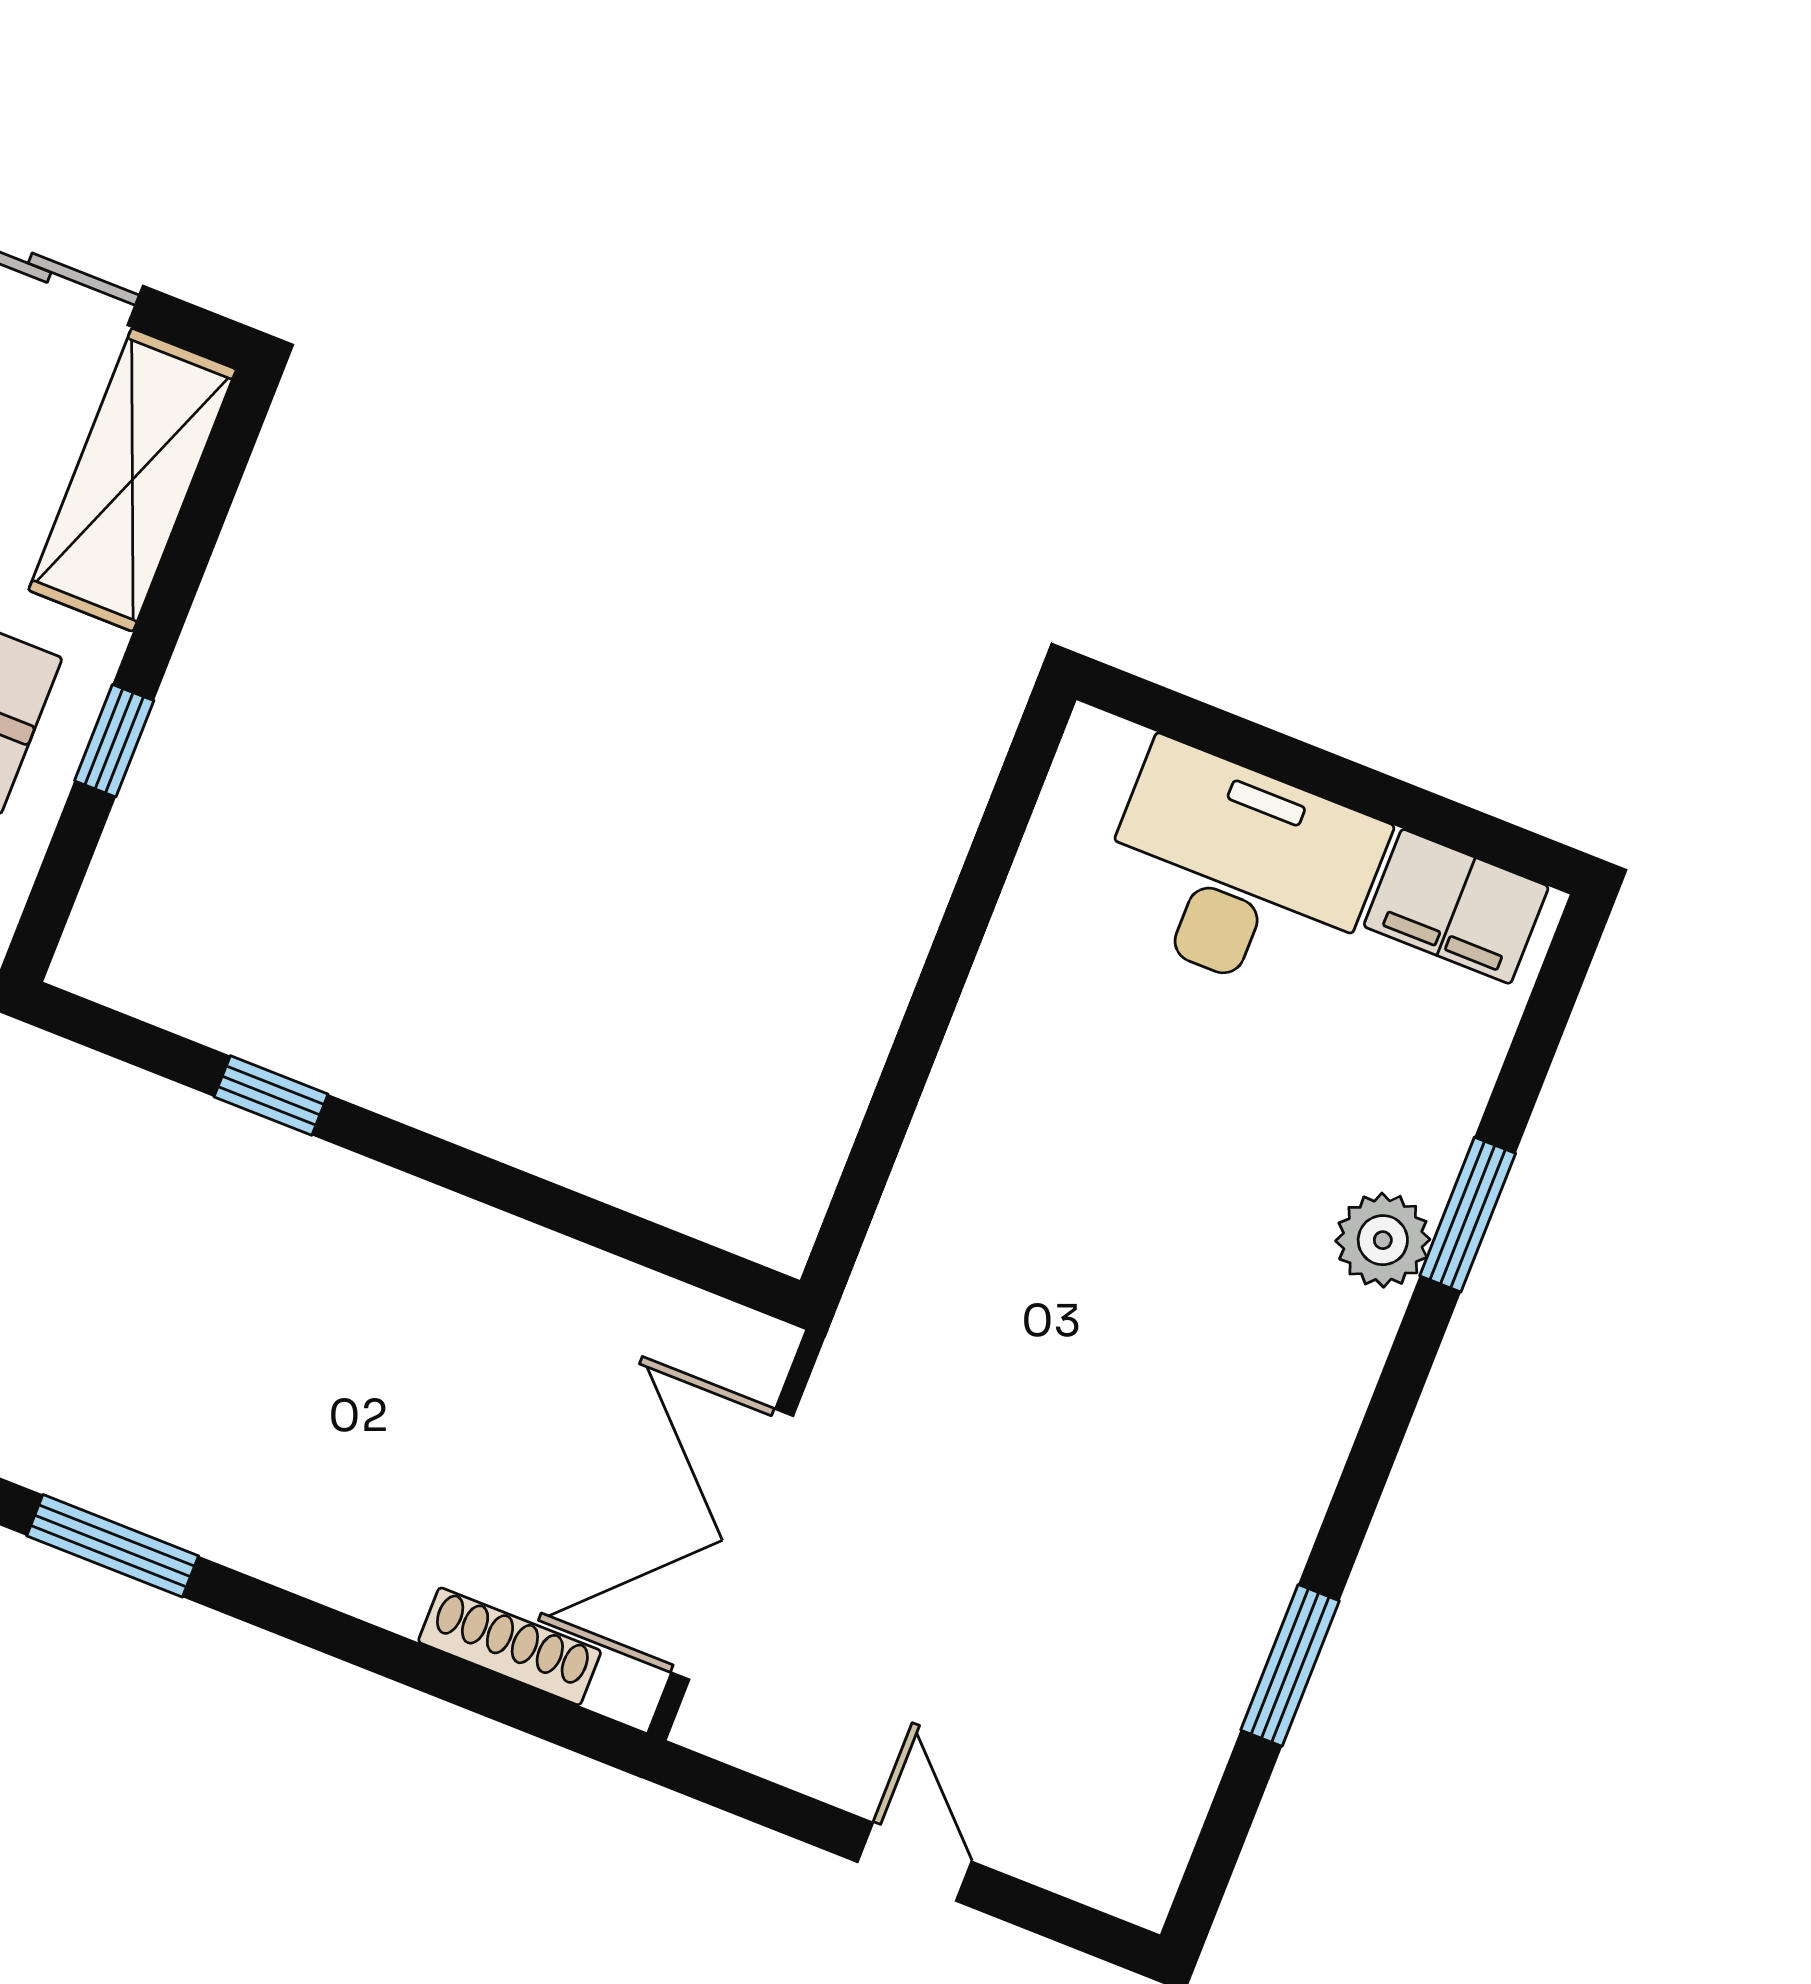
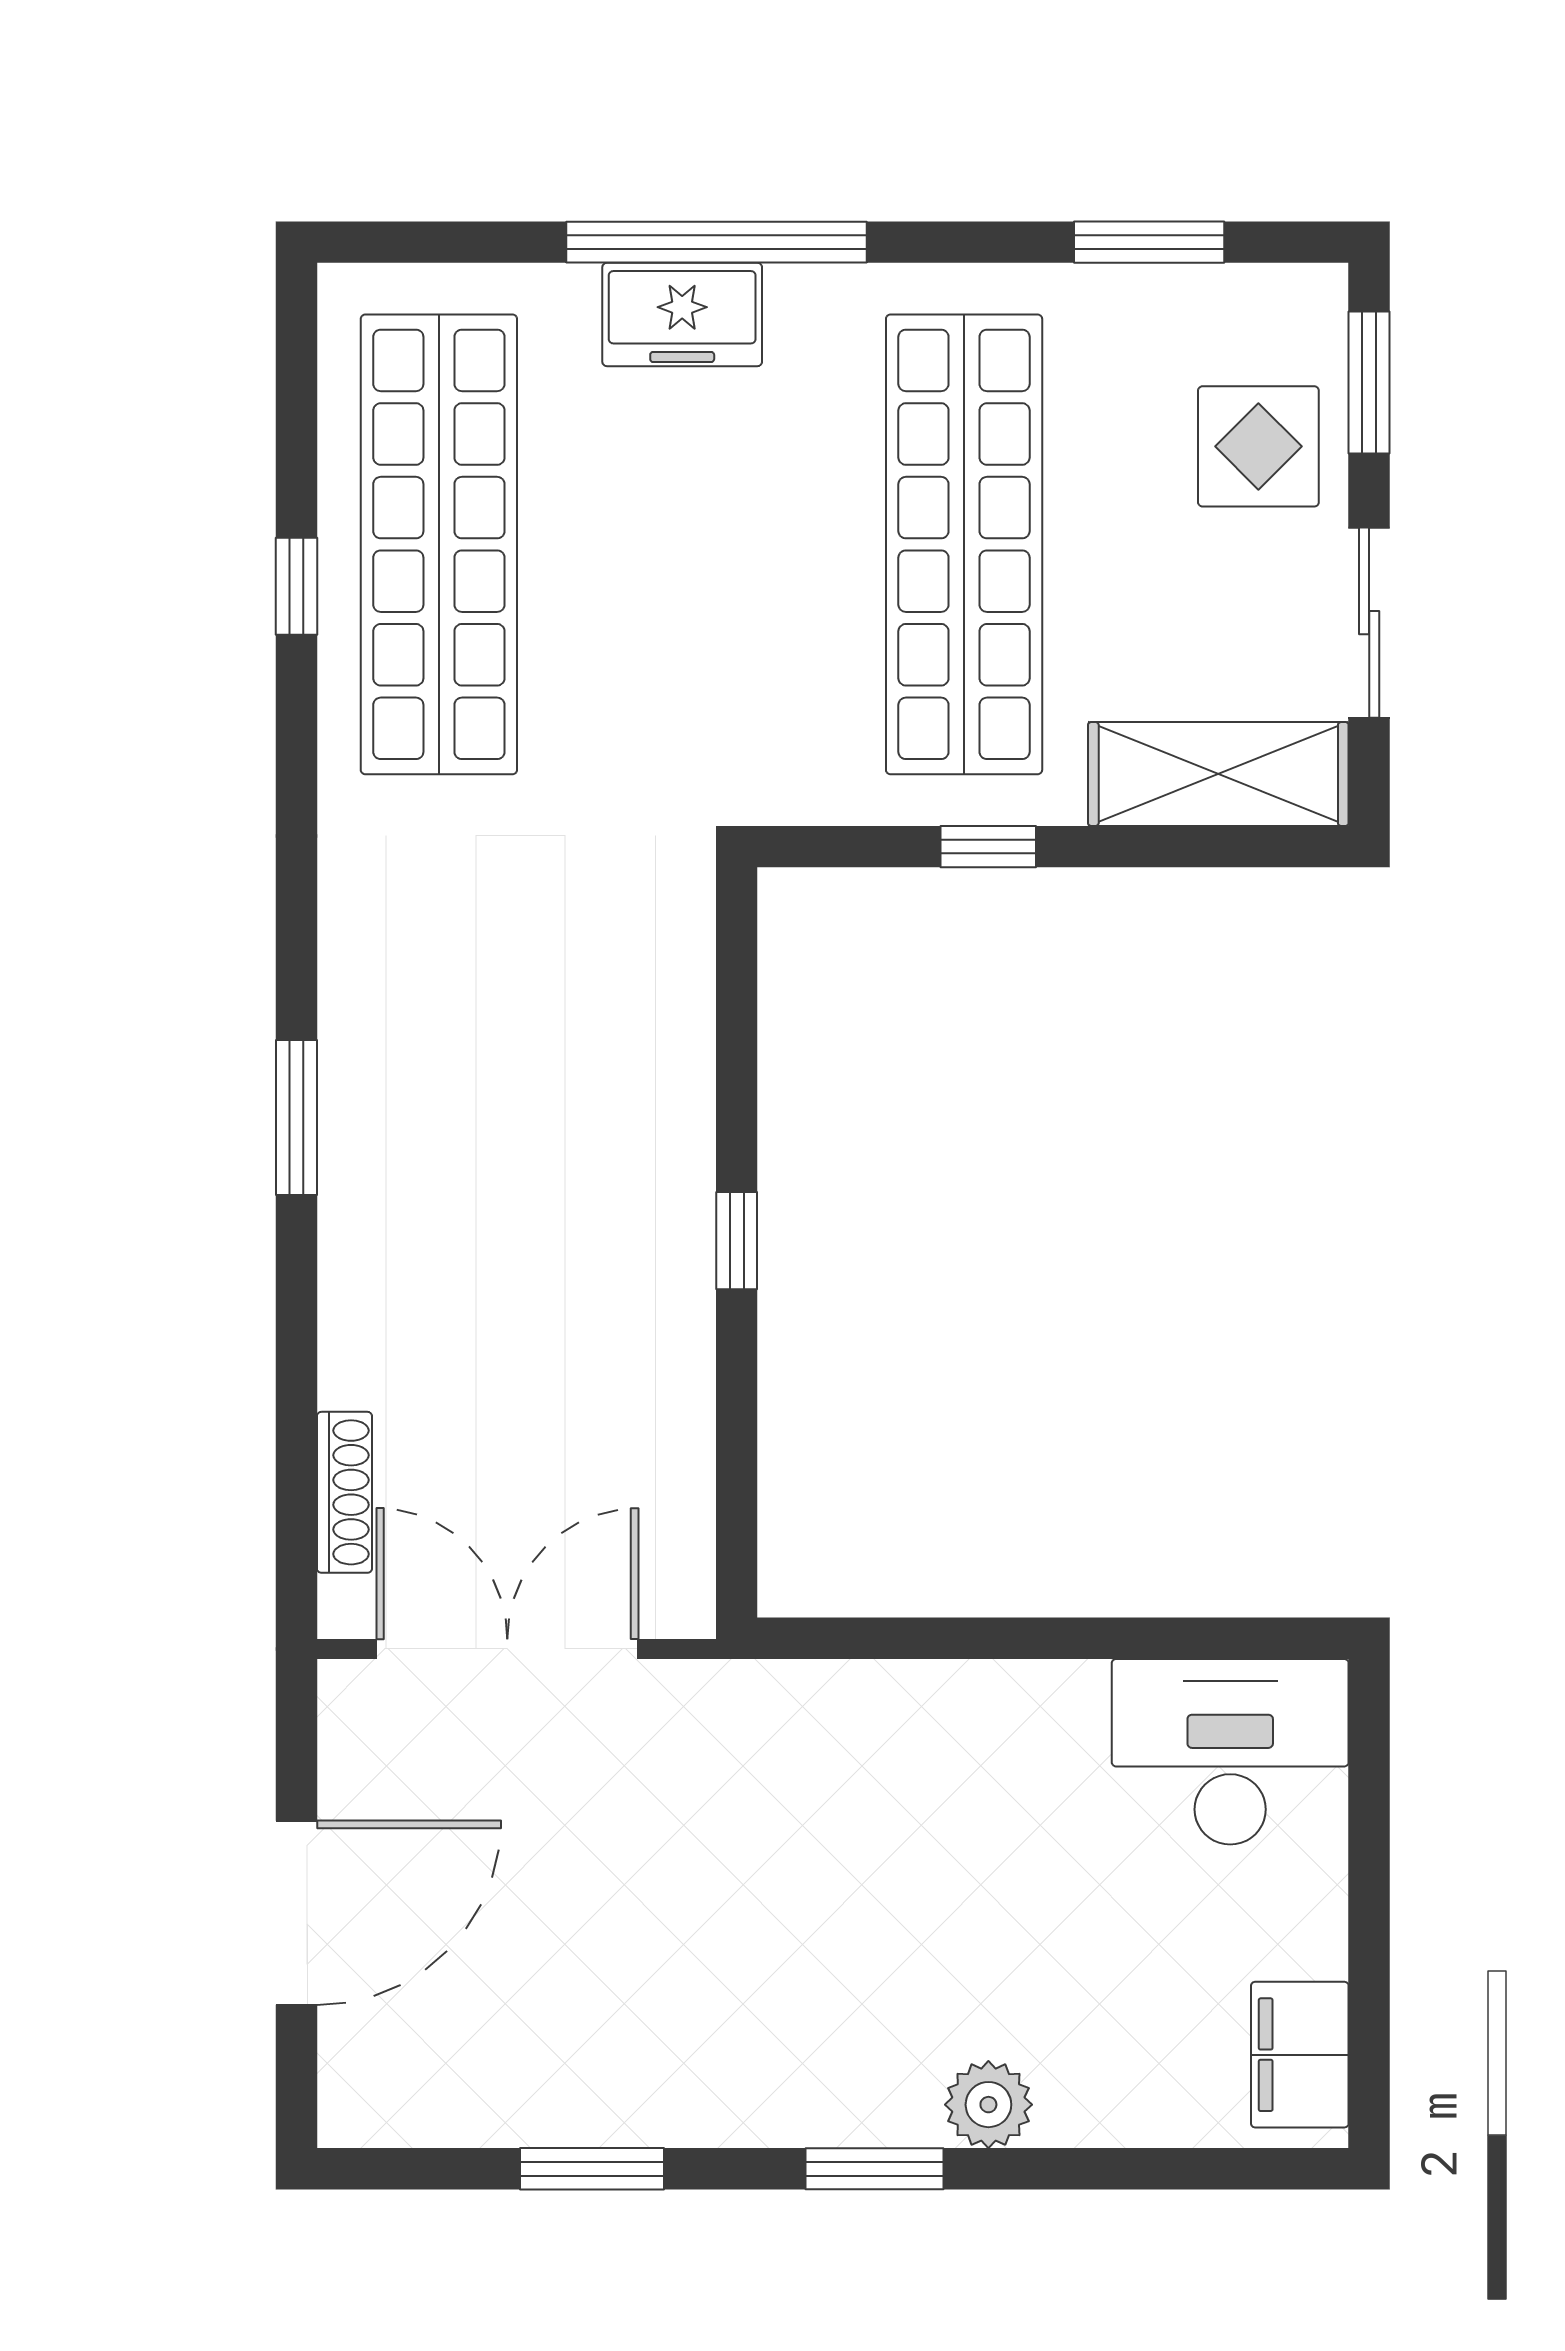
desk: (1239, 872) -> (1230, 1752), moved, turned -90
window: (271, 1095) -> (737, 1241), moved
window: (1468, 1215) -> (874, 2169), moved
door: (915, 1862) -> (297, 1913), width x1.88

